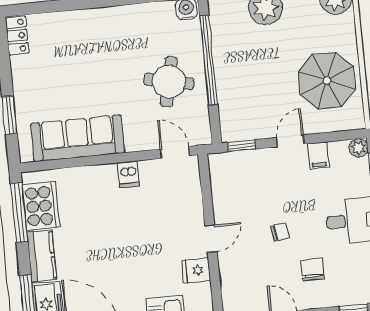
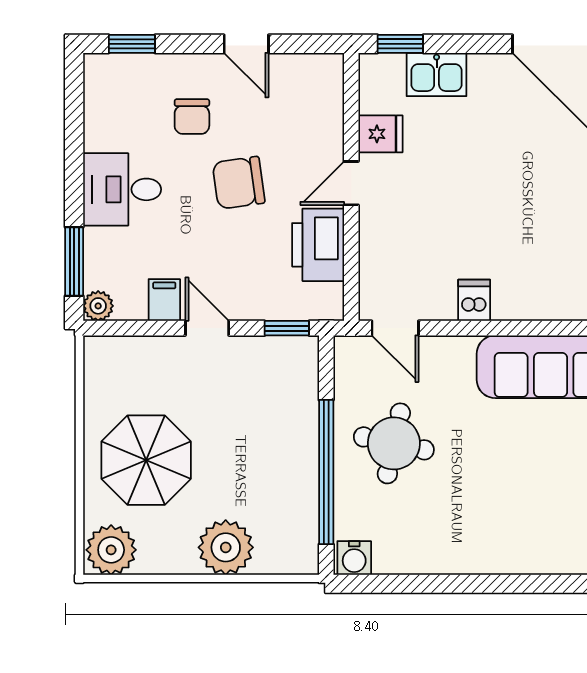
parasol: (327, 81) -> (146, 460), moved
door: (290, 141) -> (207, 328), swing flipped
printer: (228, 199) -> (318, 245), added
chair: (280, 232) -> (239, 183), width x1.87, depth x1.87

